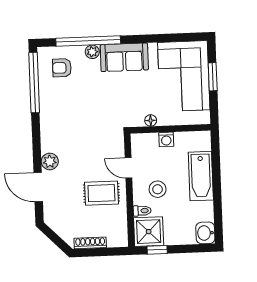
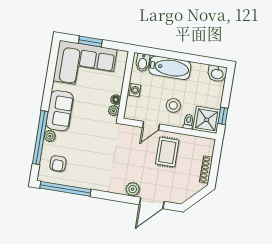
plant: (137, 120) -> (114, 111), added
bidet: (201, 143) -> (143, 63), added

